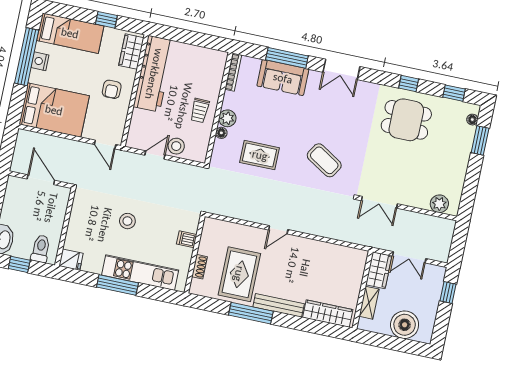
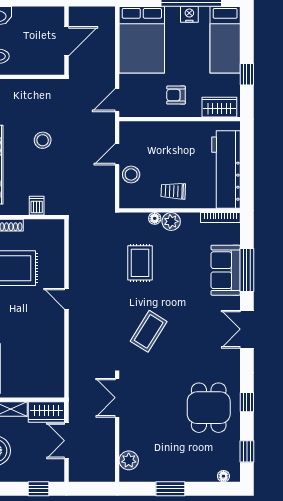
workbench: (154, 74) -> (226, 169), moved, turned 90
window: (480, 140) -> (170, 489), moved
door: (155, 155) -> (117, 154), swing flipped

